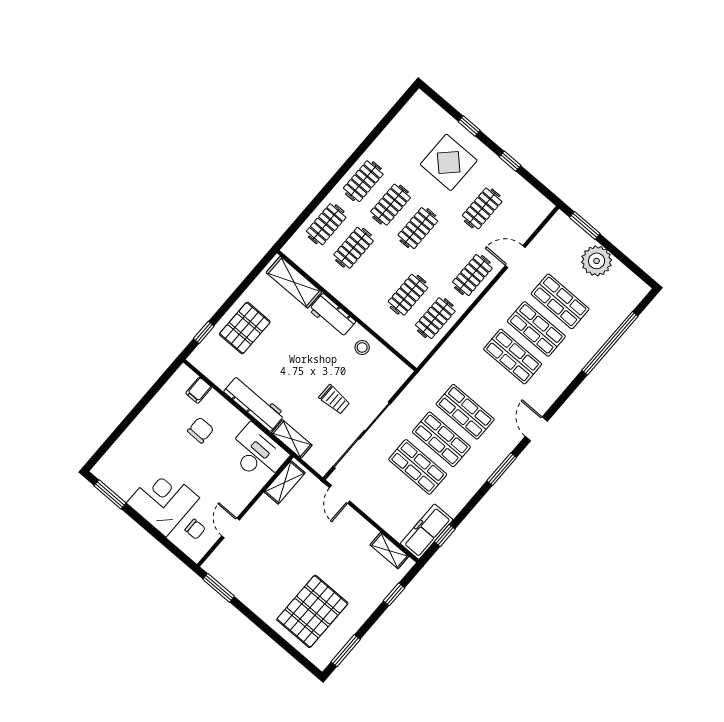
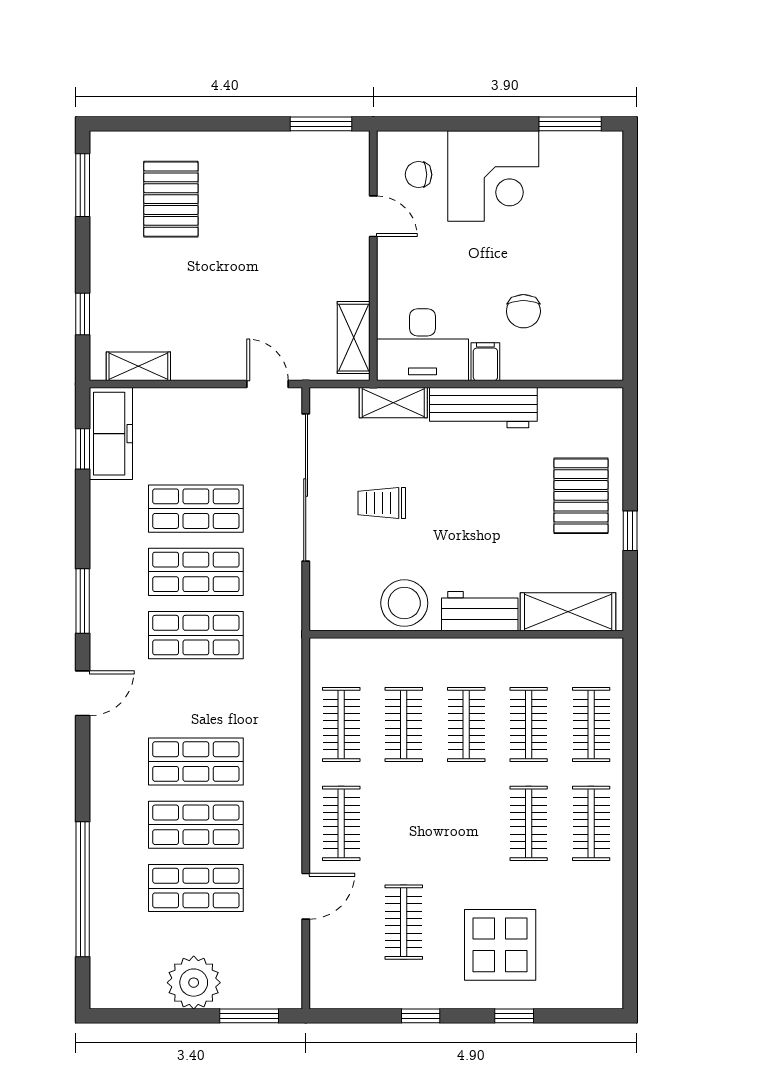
clothes rail: (418, 228) -> (466, 725), moved
window: (204, 332) -> (630, 531), moved
stool: (362, 347) -> (404, 603), width x1.89, depth x1.89
filing cabinet: (199, 390) -> (485, 362), moved
door: (536, 429) -> (83, 693), hinge flipped
pallet: (312, 611) -> (171, 199), width x0.73, depth x0.71

